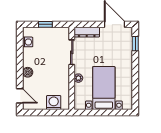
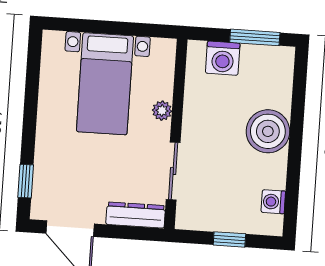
boiler: (28, 72) -> (268, 131), width x1.86, depth x1.86
door: (20, 96) -> (300, 79), removed
window: (40, 112) -> (255, 37), added

